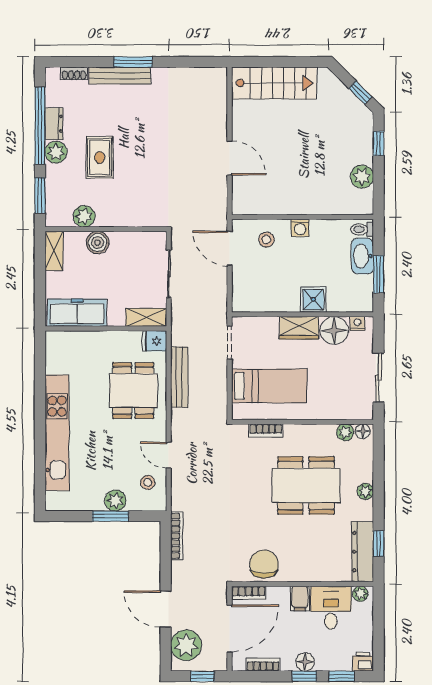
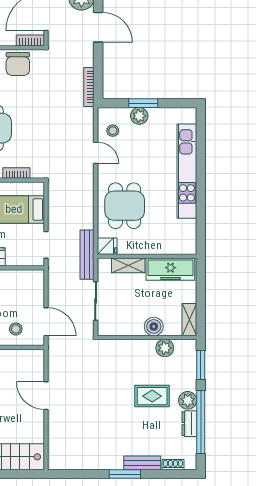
bench: (120, 76) -> (142, 463), width x0.73
rug: (100, 157) -> (152, 396), turned 90
shelving: (146, 317) -> (128, 265), moved
bench: (179, 377) -> (87, 255), moved

